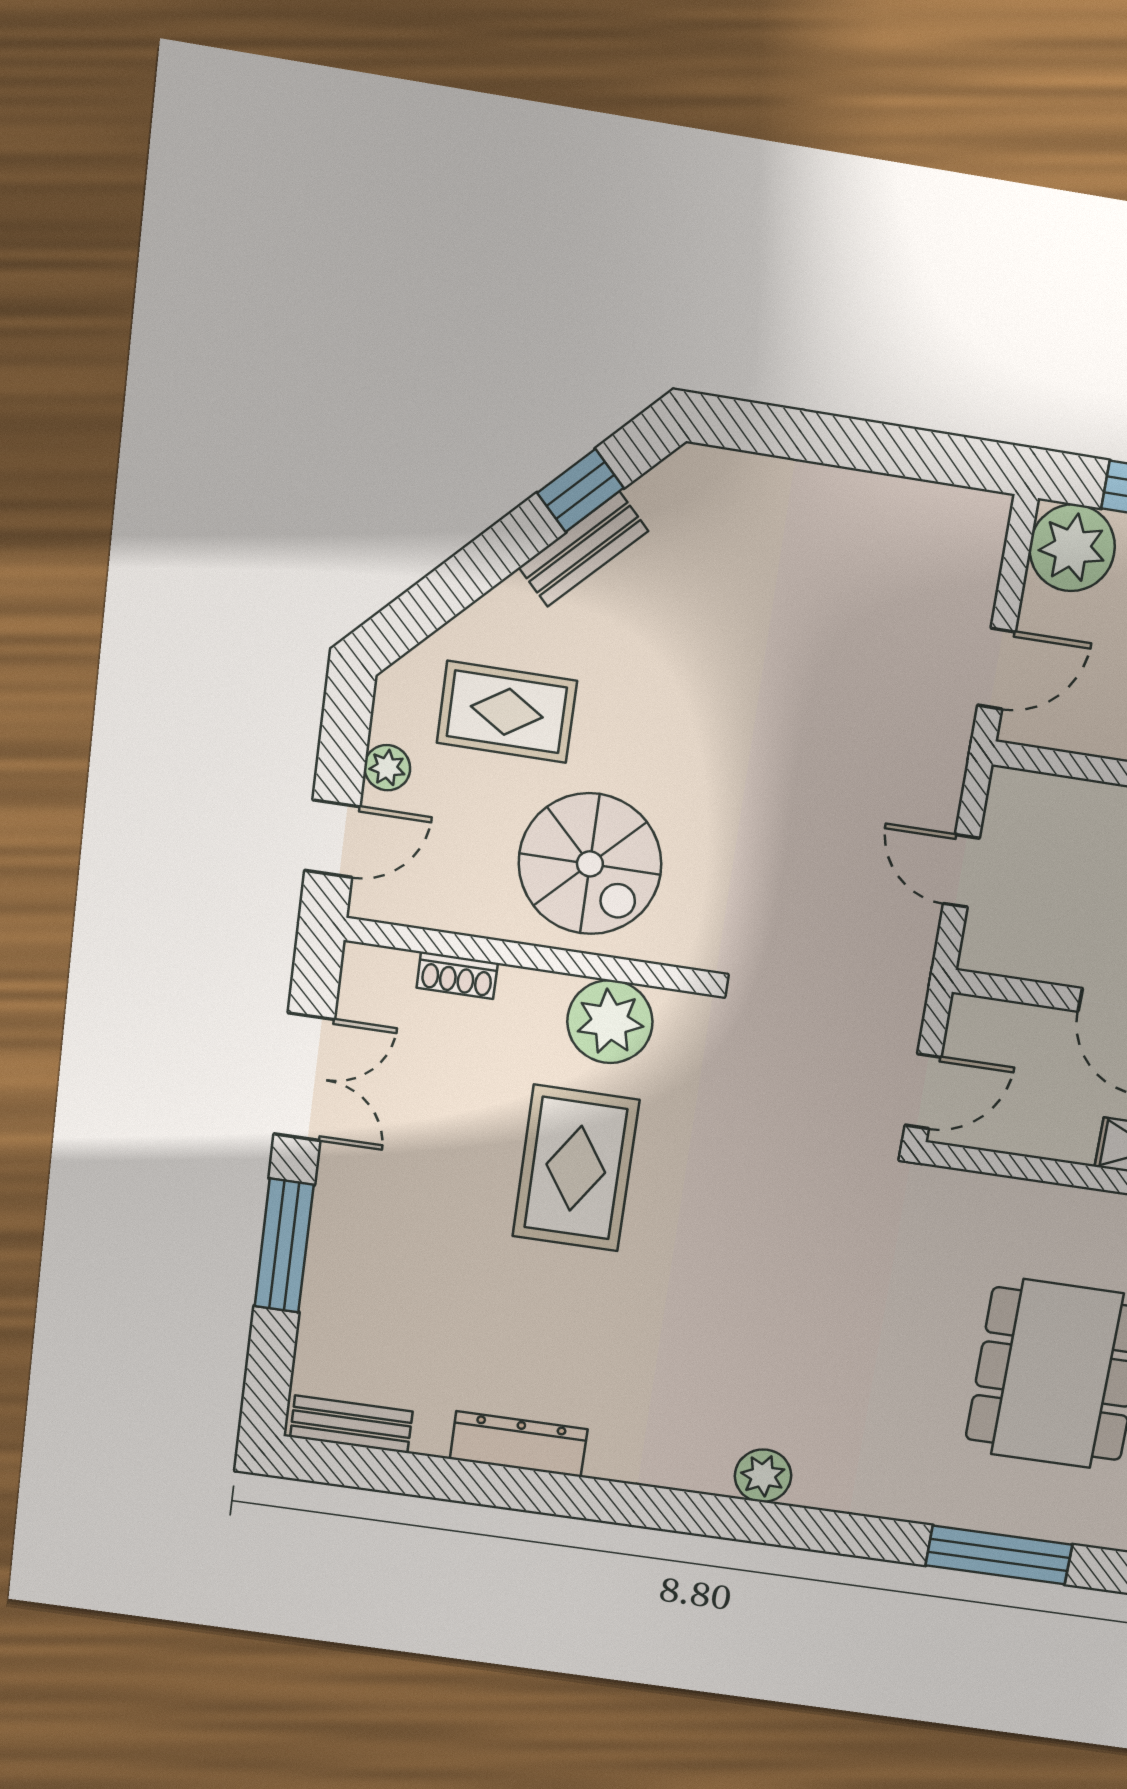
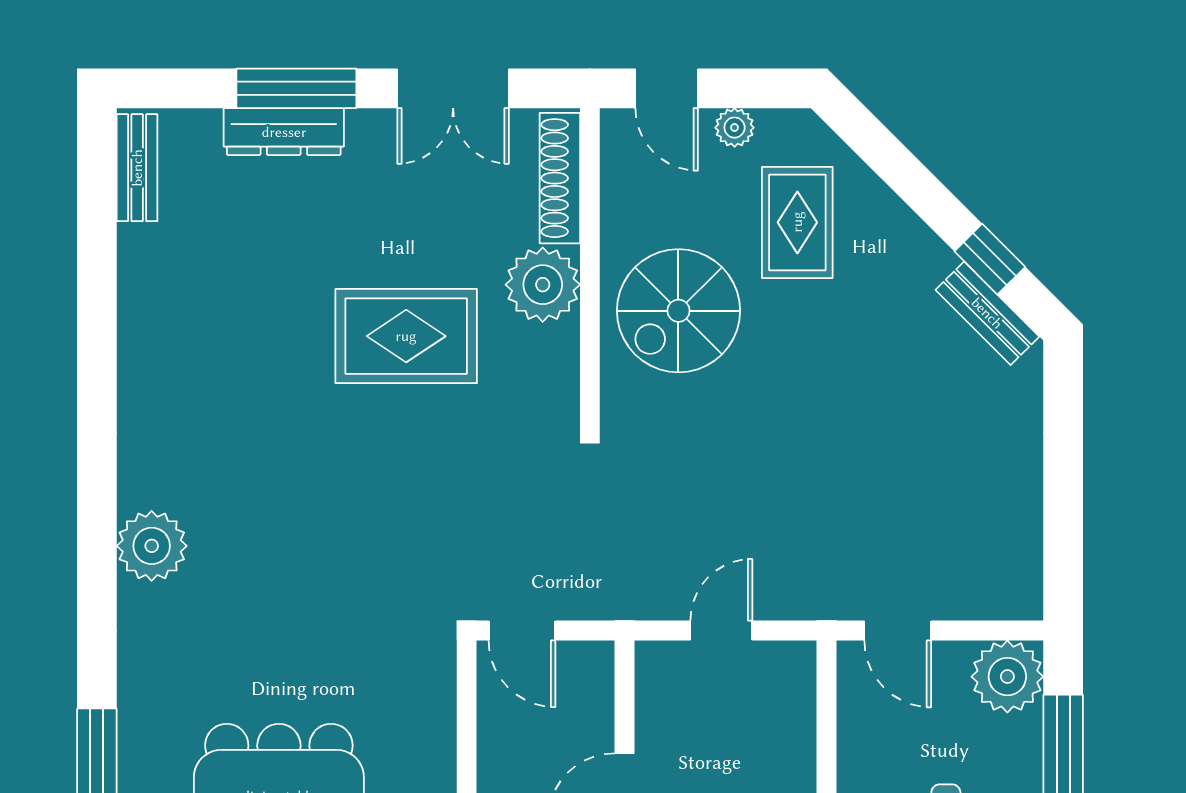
bench: (583, 549) -> (987, 313), moved
shoe rack: (457, 975) -> (560, 178), width x1.94, depth x1.24
plant: (610, 1022) -> (543, 285), moved
dresser: (519, 1444) -> (284, 132), moved, turned 90
plant: (763, 1476) -> (152, 546), width x1.36, depth x1.36

